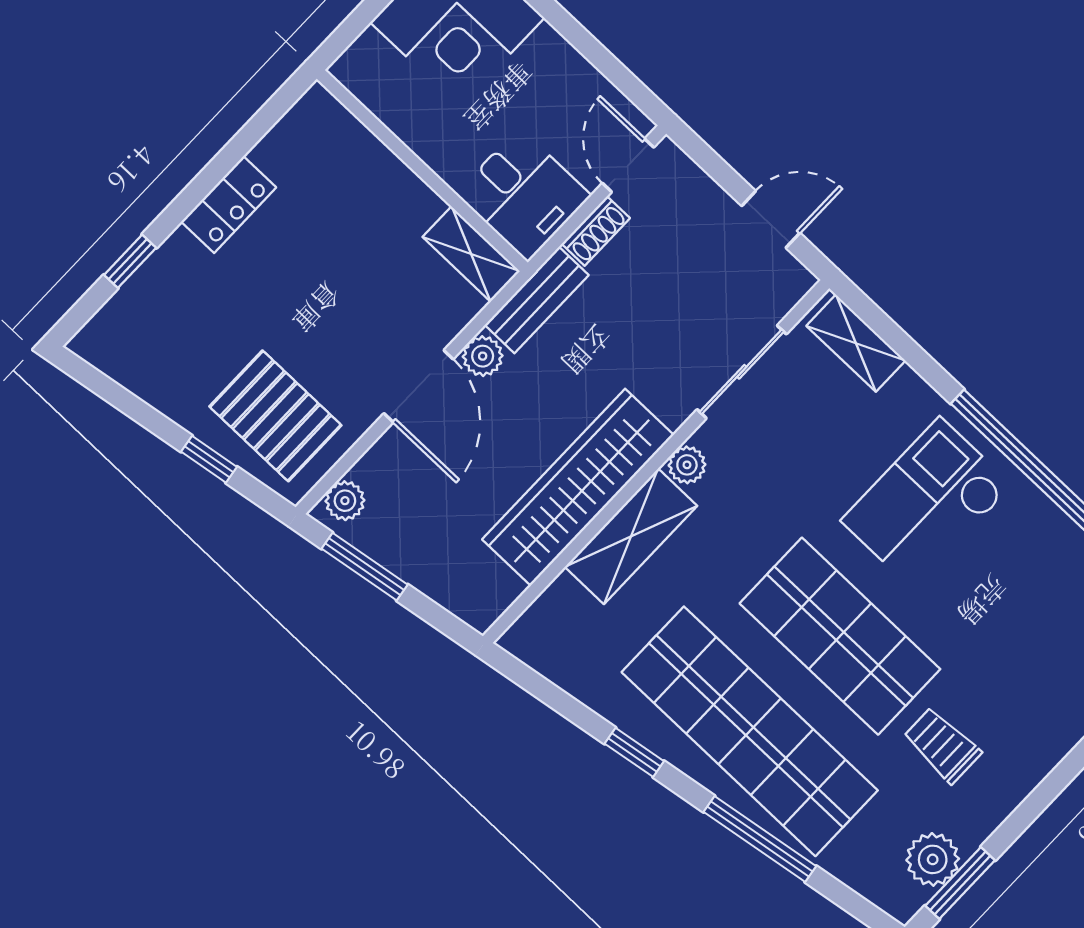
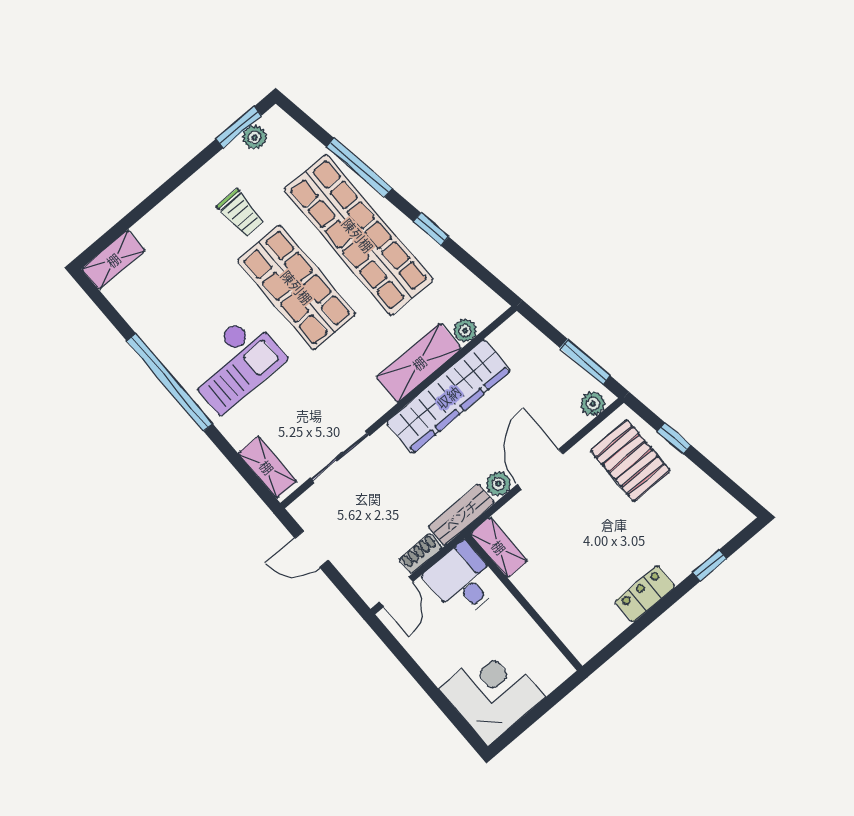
plant: (687, 465) -> (465, 331), moved
plant: (933, 859) -> (255, 137), width x0.73, depth x0.73

